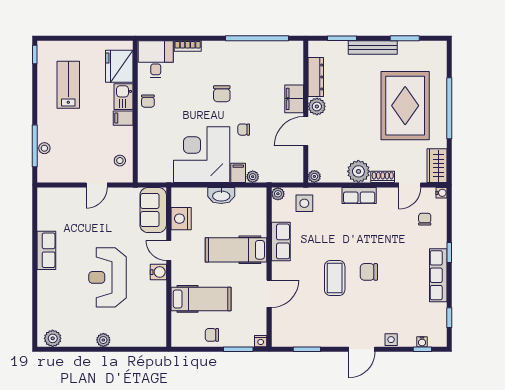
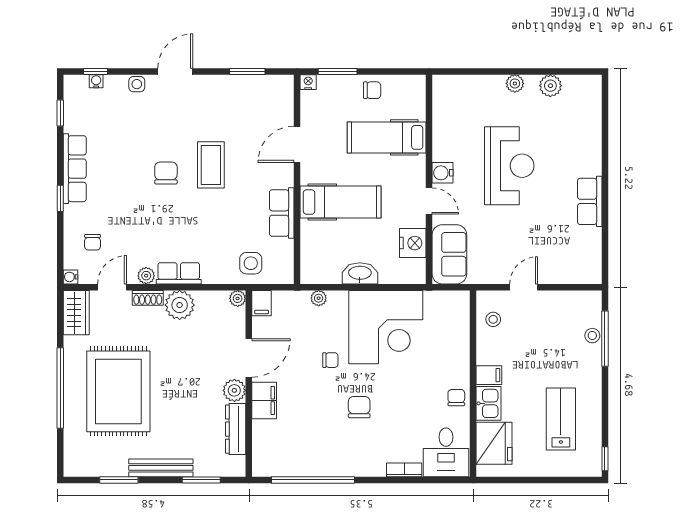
lab bench: (68, 85) -> (561, 419), turned 180
filing cabinet: (238, 173) -> (262, 303), moved
plant: (278, 194) -> (146, 276), moved
chair: (369, 272) -> (166, 173), turned -90
plant: (53, 338) -> (550, 86), moved

